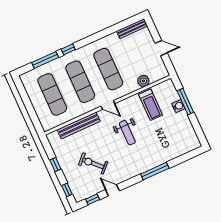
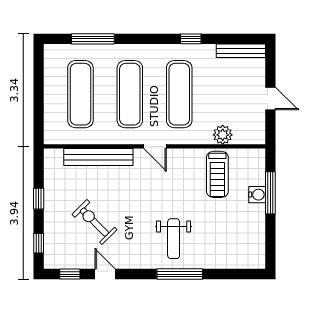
window: (68, 49) -> (191, 39), moved
weight bench: (127, 133) -> (174, 239), moved

